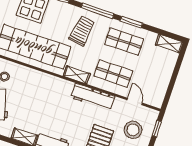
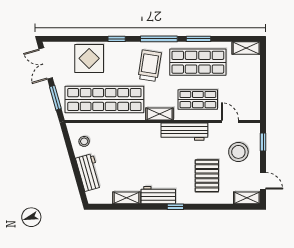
shop shelf: (124, 42) -> (198, 62), width x1.43, depth x1.36

